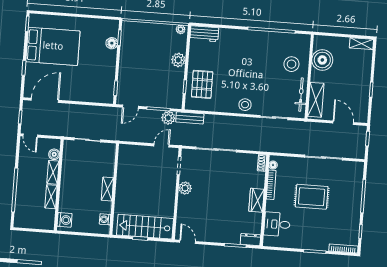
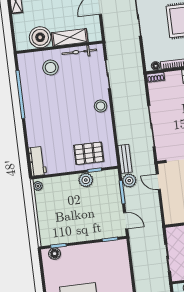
floor lamp: (112, 43) -> (55, 254), moved
plant: (178, 60) -> (86, 180), moved
shelving: (316, 100) -> (70, 37), moved

